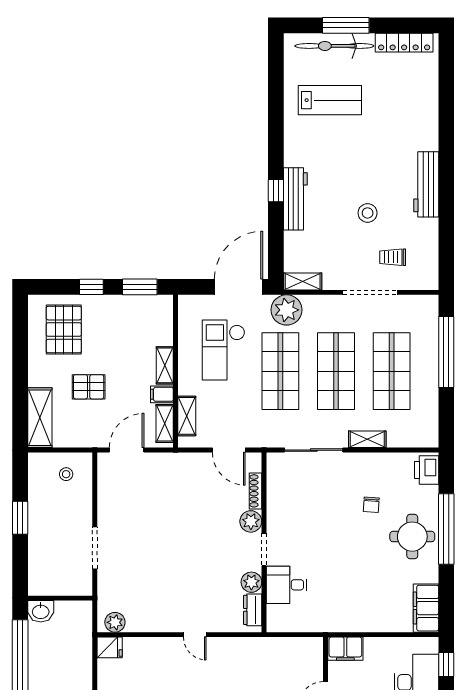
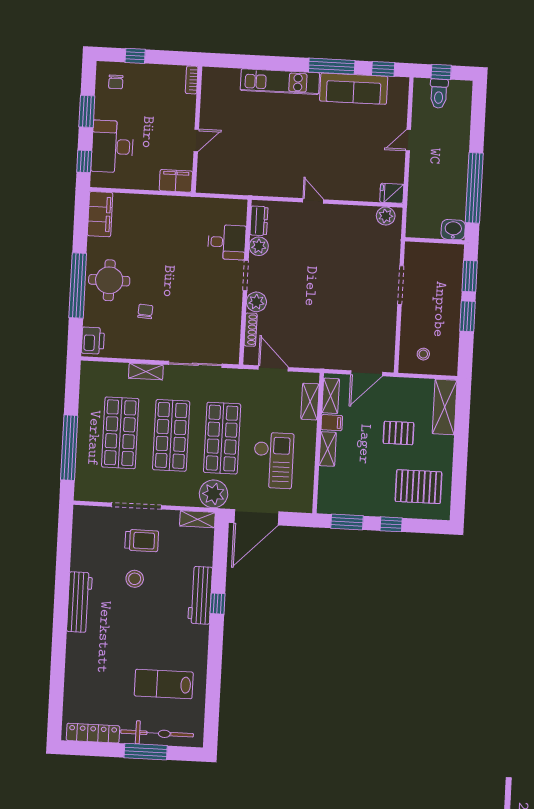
trolley: (393, 257) -> (142, 541), moved, width x1.36, depth x1.39
pallet: (64, 330) -> (418, 487), turned 90
window: (20, 562) -> (470, 276), added

